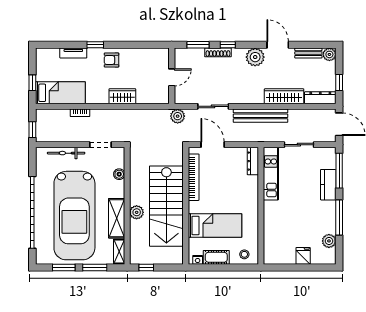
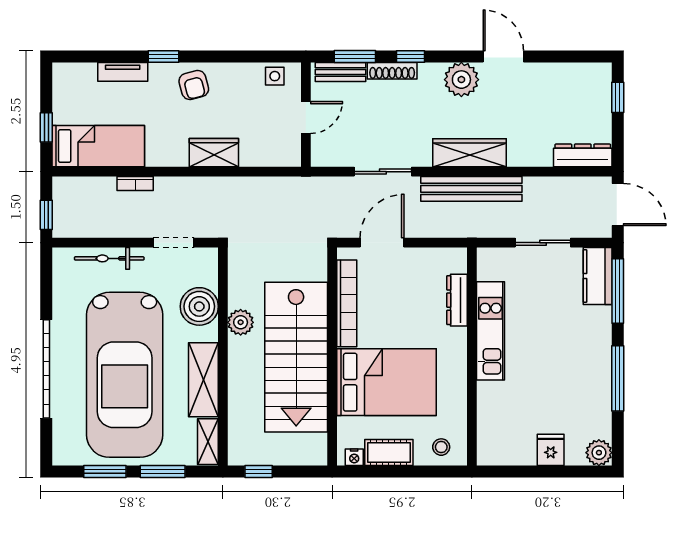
bench: (308, 53) -> (341, 72), moved
plant: (329, 54) -> (600, 75), removed
side table: (155, 55) -> (275, 76), added
armchair: (112, 60) -> (194, 85), turned -105
window: (339, 83) -> (618, 97), moved
wardrobe: (284, 96) -> (470, 153), moved
plant: (178, 116) -> (317, 190), removed
door: (213, 145) -> (382, 243), hinge flipped
dresser: (253, 161) -> (457, 300), moved
boiler: (119, 174) -> (199, 306), width x1.86, depth x1.86
kitchen unit: (271, 174) -> (491, 331), moved
kitchen counter: (328, 185) -> (598, 276), moved
garage door: (32, 212) -> (46, 369), width x0.73
plant: (137, 212) -> (241, 322), moved
bed: (215, 226) -> (386, 382), width x1.50
plant: (329, 241) -> (599, 453), moved

